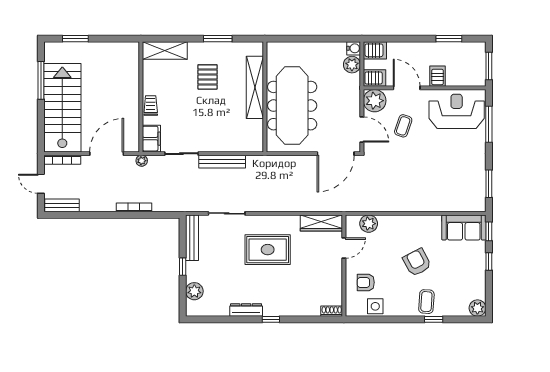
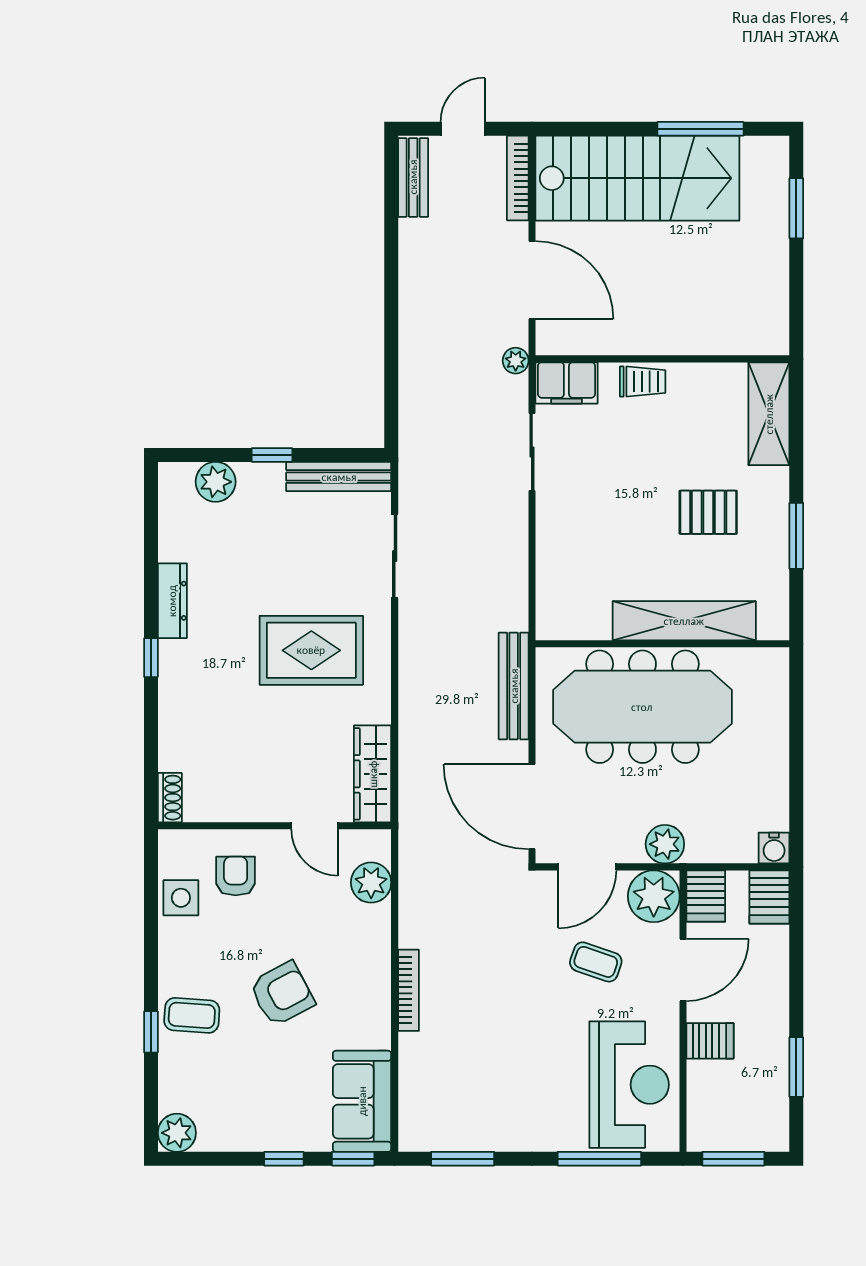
plant: (352, 65) -> (665, 844), moved
bench: (222, 162) -> (514, 686), moved
bookcase: (134, 207) -> (408, 990), moved
rug: (268, 250) -> (311, 650), turned 90

